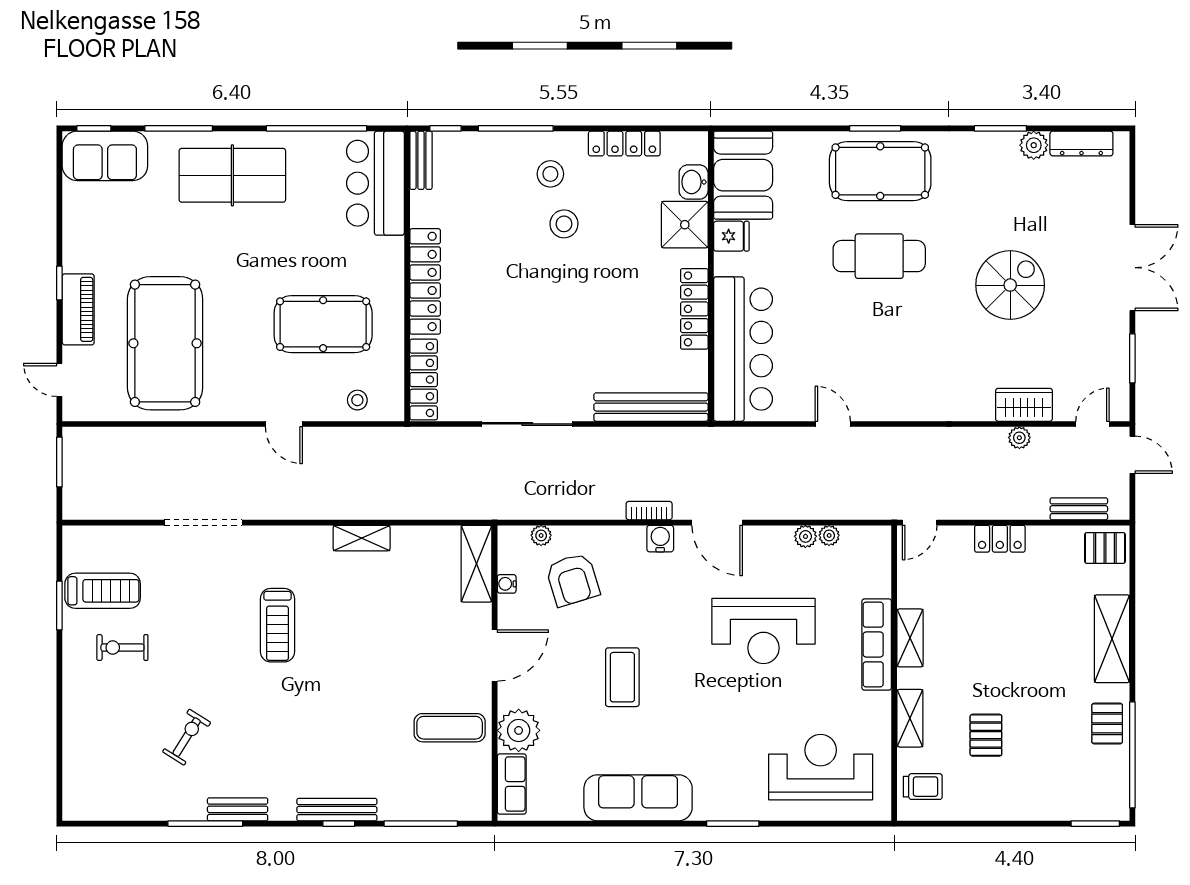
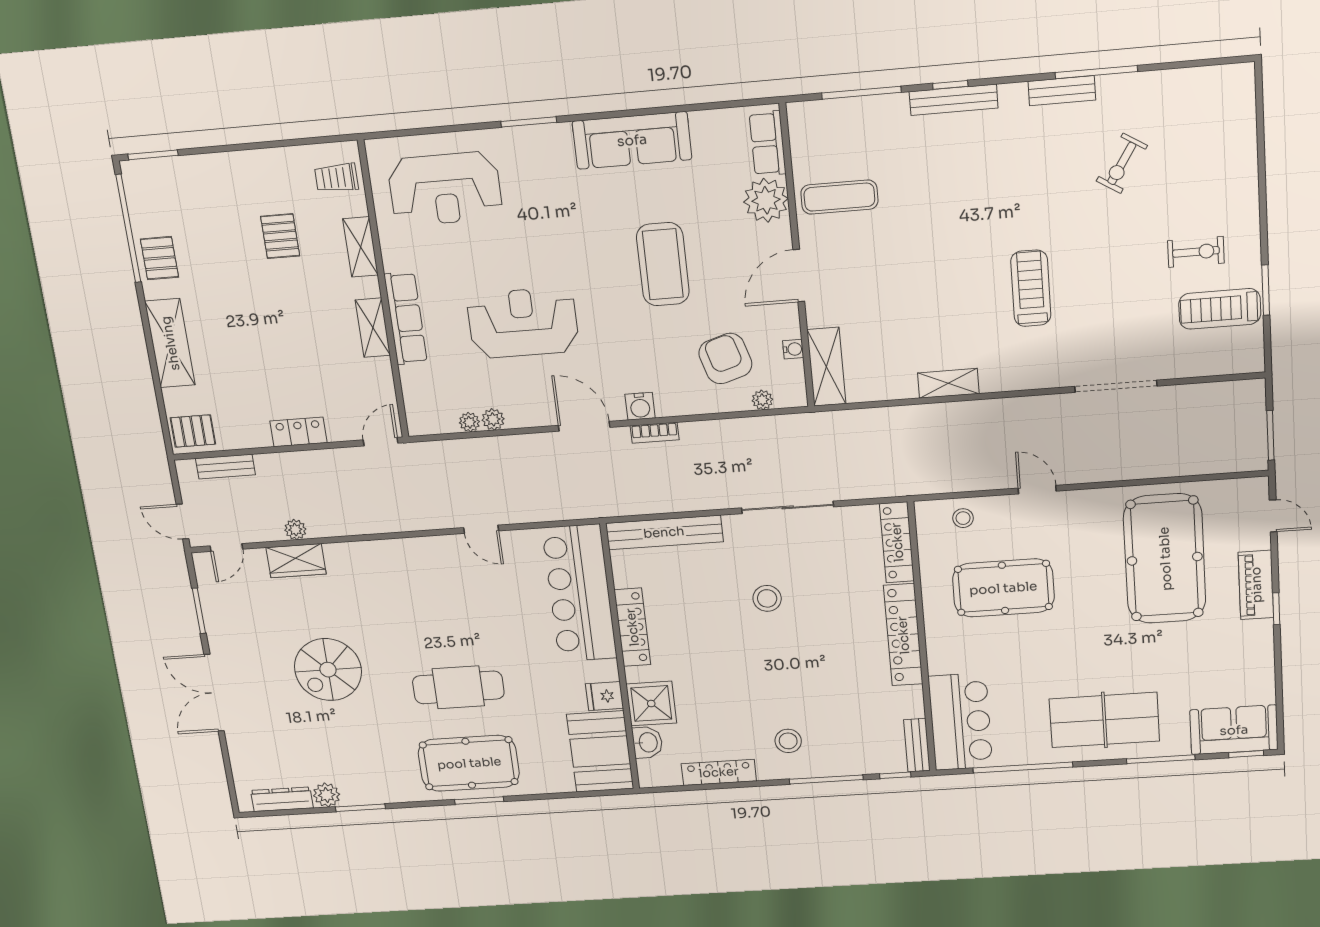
stool: (564, 224) -> (767, 598), moved
coffee table: (622, 677) -> (663, 264), width x1.36, depth x1.32

